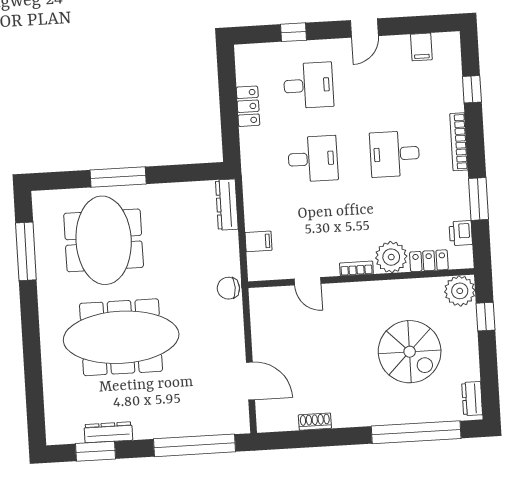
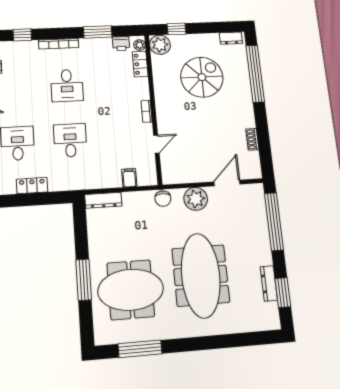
plant: (391, 257) -> (140, 45), moved, width x0.53, depth x0.53
plant: (228, 335) -> (196, 199), added

